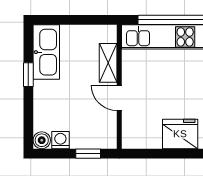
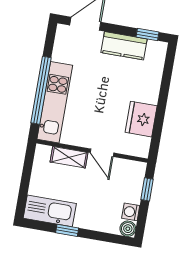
door: (119, 98) -> (102, 153), hinge flipped
fridge: (180, 134) -> (141, 119), moved

